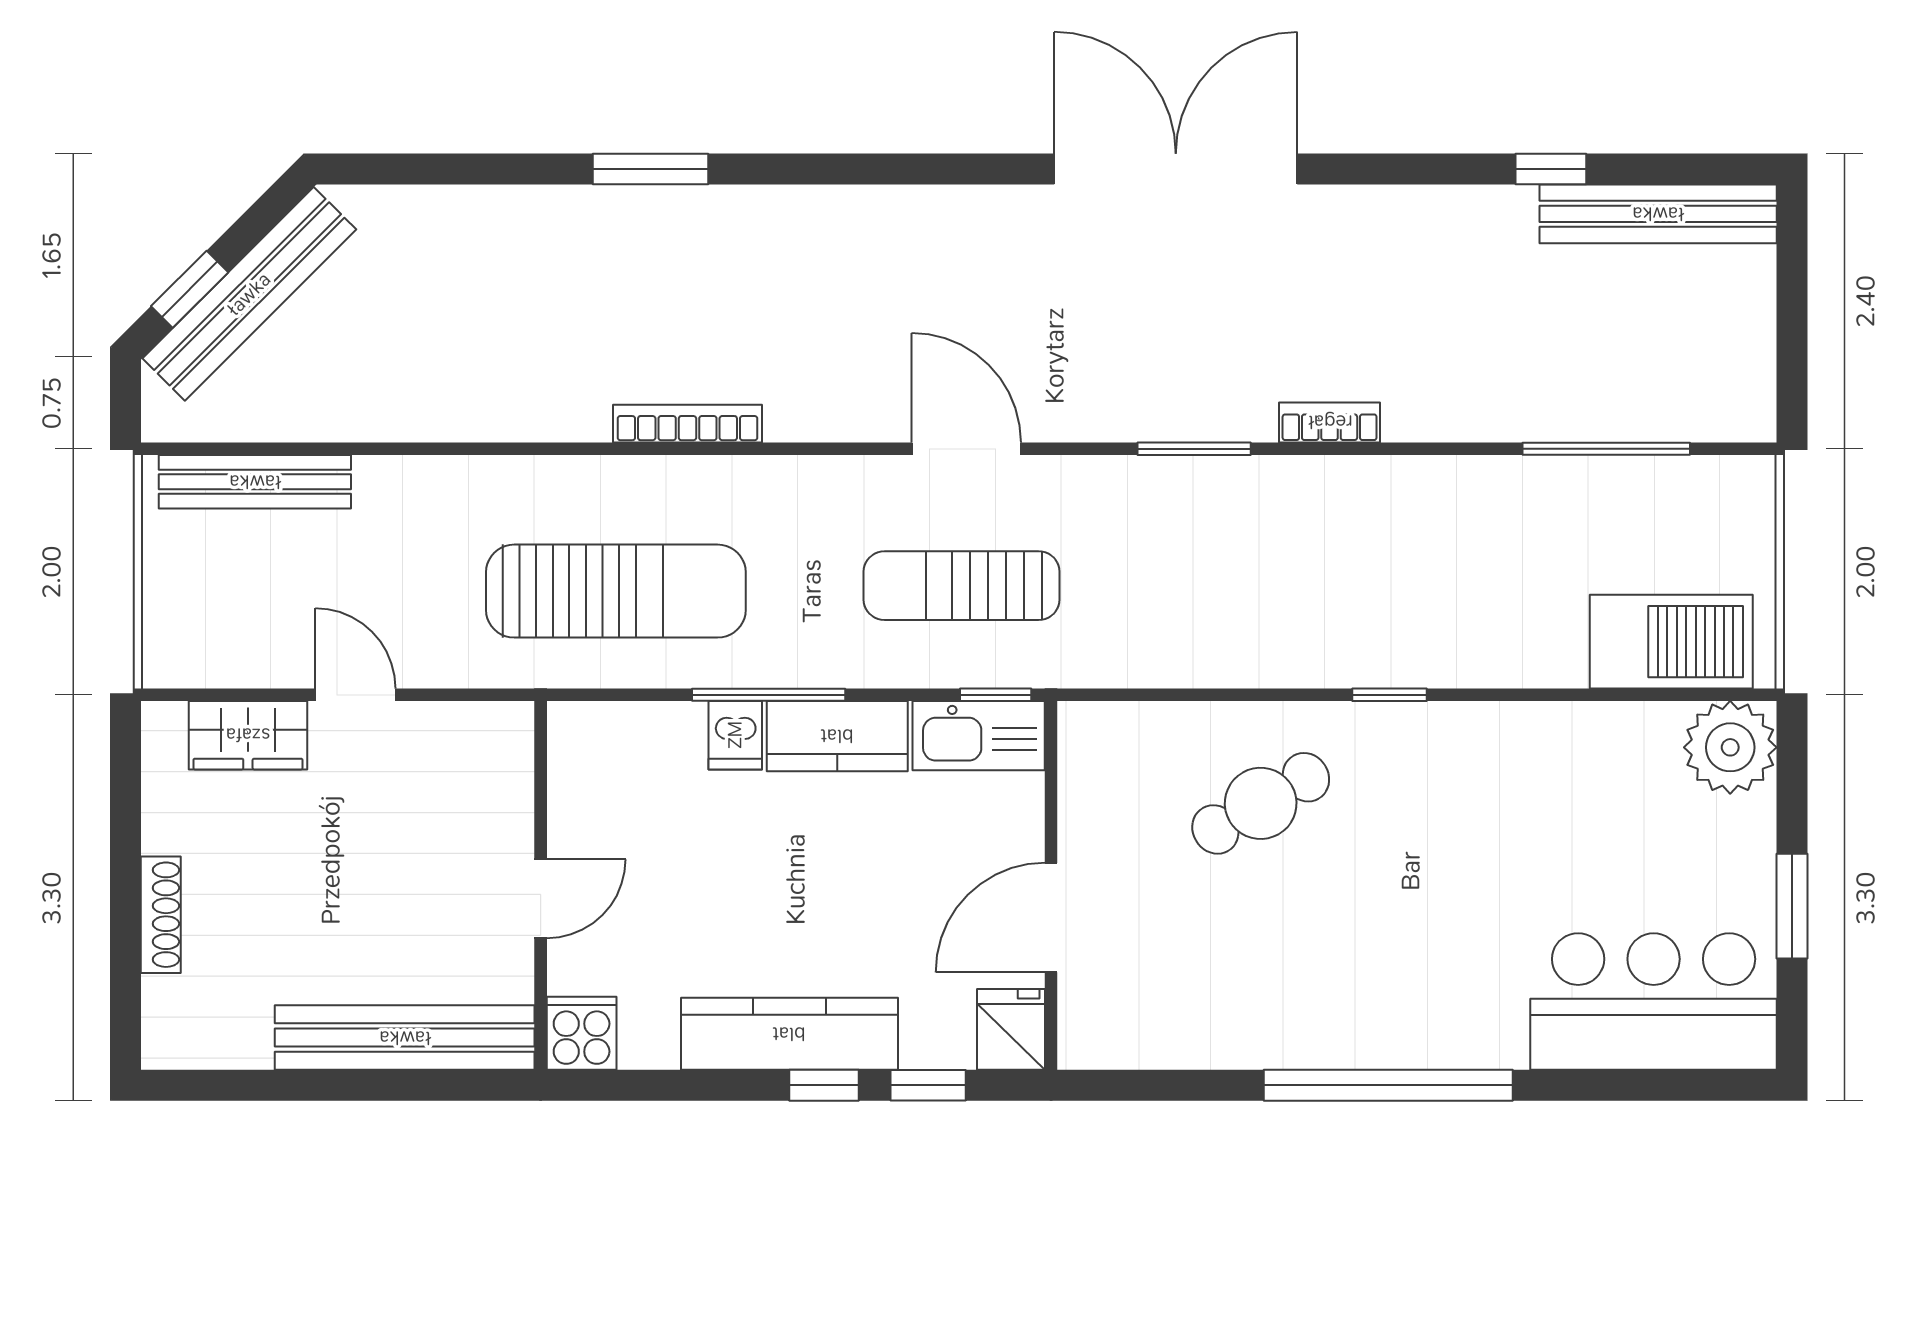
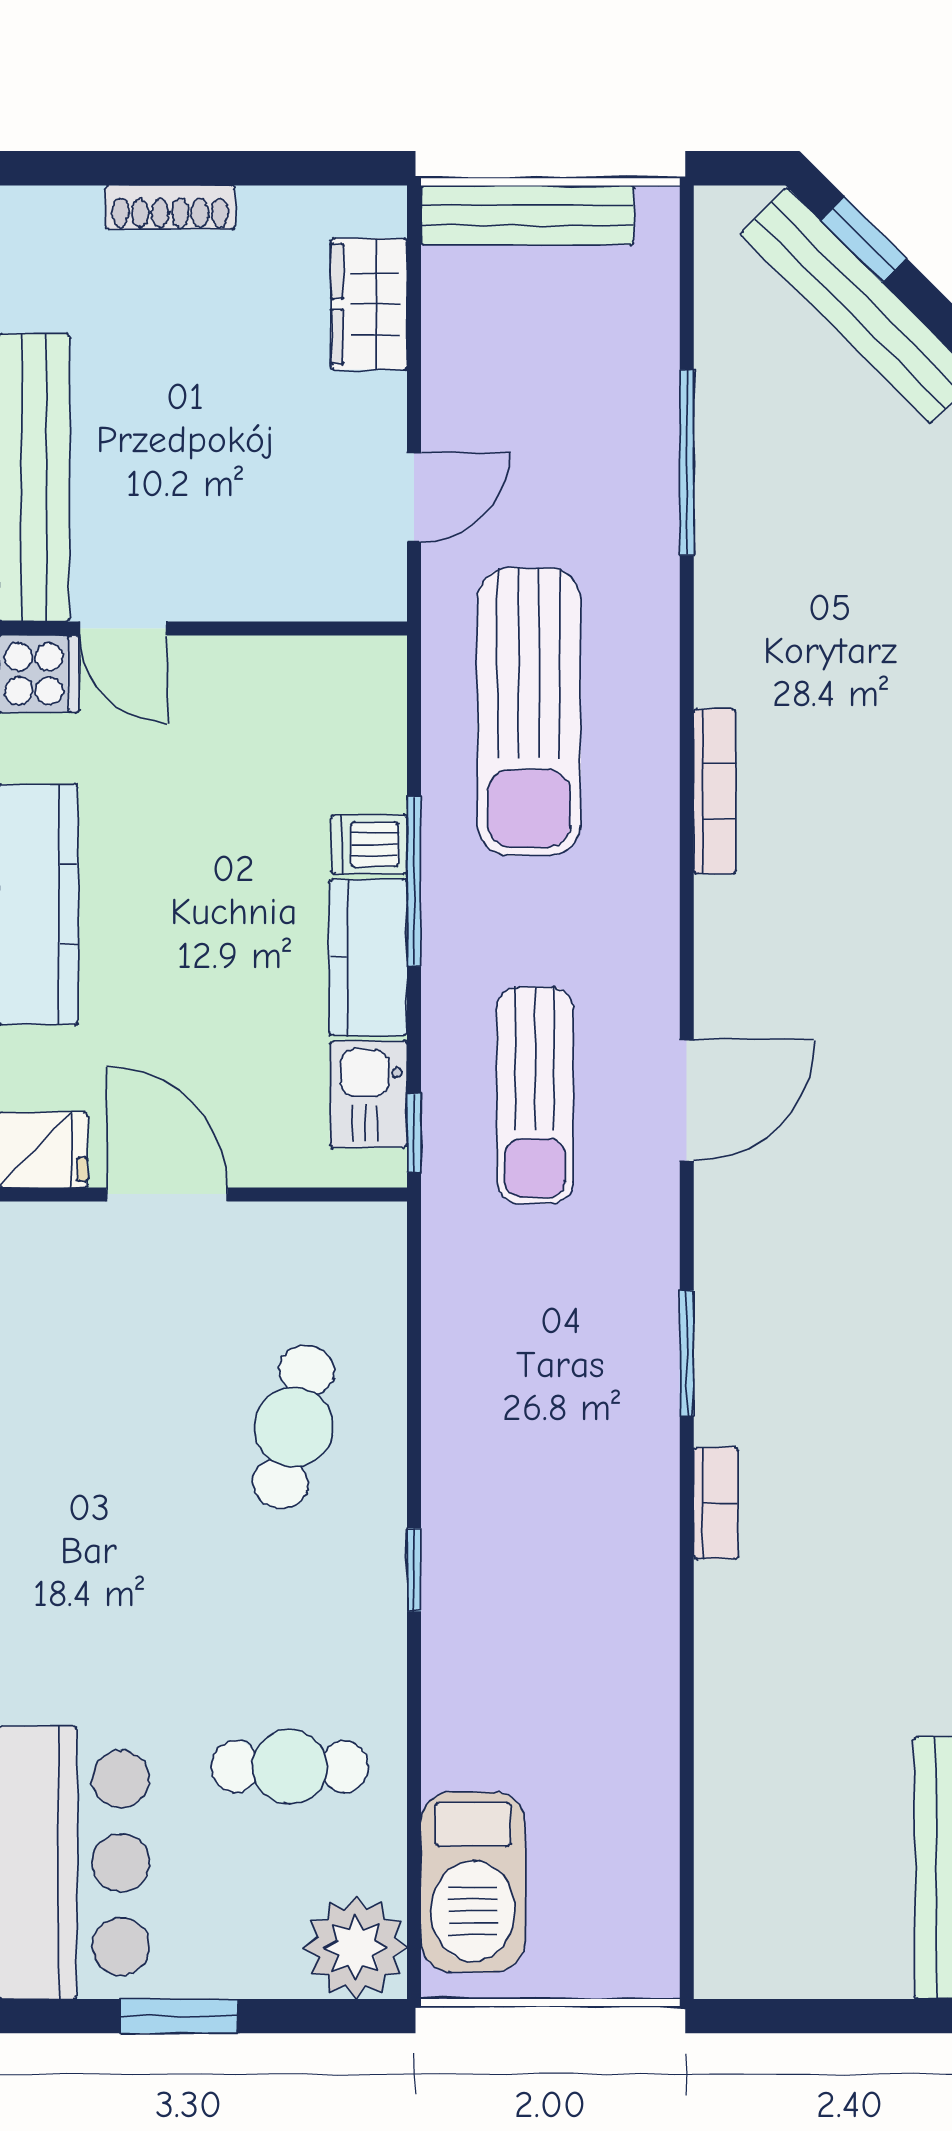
window: (1606, 449) -> (687, 462), moved
bench: (255, 482) -> (527, 215), moved, turned 90
sun lounger: (962, 586) -> (535, 1095), turned 180
door: (356, 695) -> (414, 497), moved
kitchen sink: (979, 736) -> (369, 1094), width x0.73
cafe table: (1261, 803) -> (294, 1427), turned 43
cafe table: (1567, 807) -> (290, 1767), added
door: (541, 899) -> (123, 629), moved

